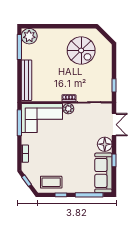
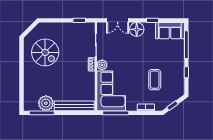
plant: (29, 36) -> (46, 103), moved
spiral stairs: (81, 50) -> (45, 52), turned 90
double door: (114, 125) -> (118, 20), swing flipped
sofa: (103, 173) -> (170, 31), width x0.73
coffee table: (51, 182) -> (155, 80), moved

